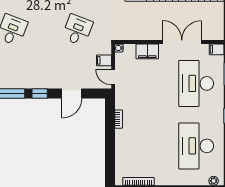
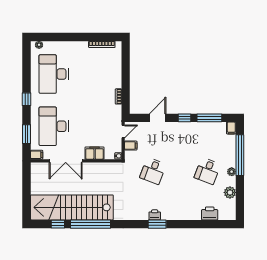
door: (113, 77) -> (123, 132), hinge flipped
desk: (196, 83) -> (54, 126), turned 180
desk: (196, 146) -> (54, 74), turned 180

